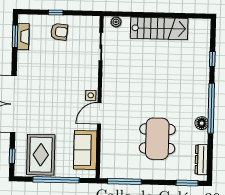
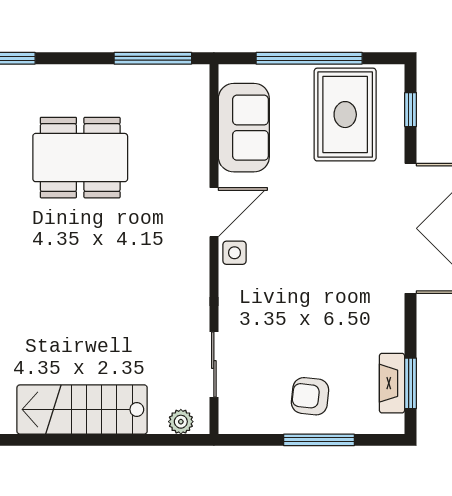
window: (56, 12) -> (319, 440), width x2.17
dining table: (157, 139) -> (80, 158), turned 90

